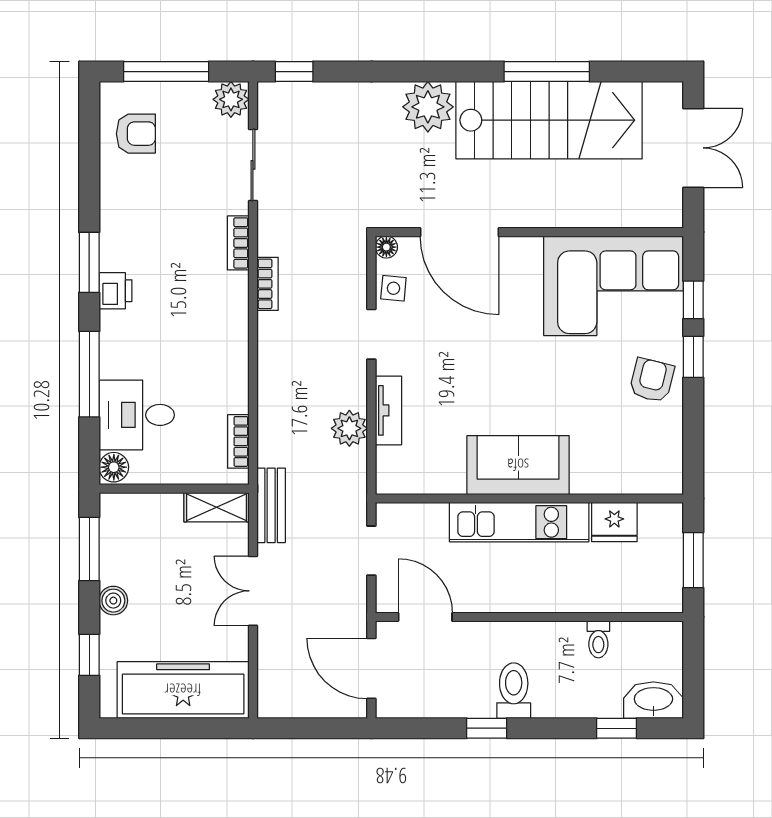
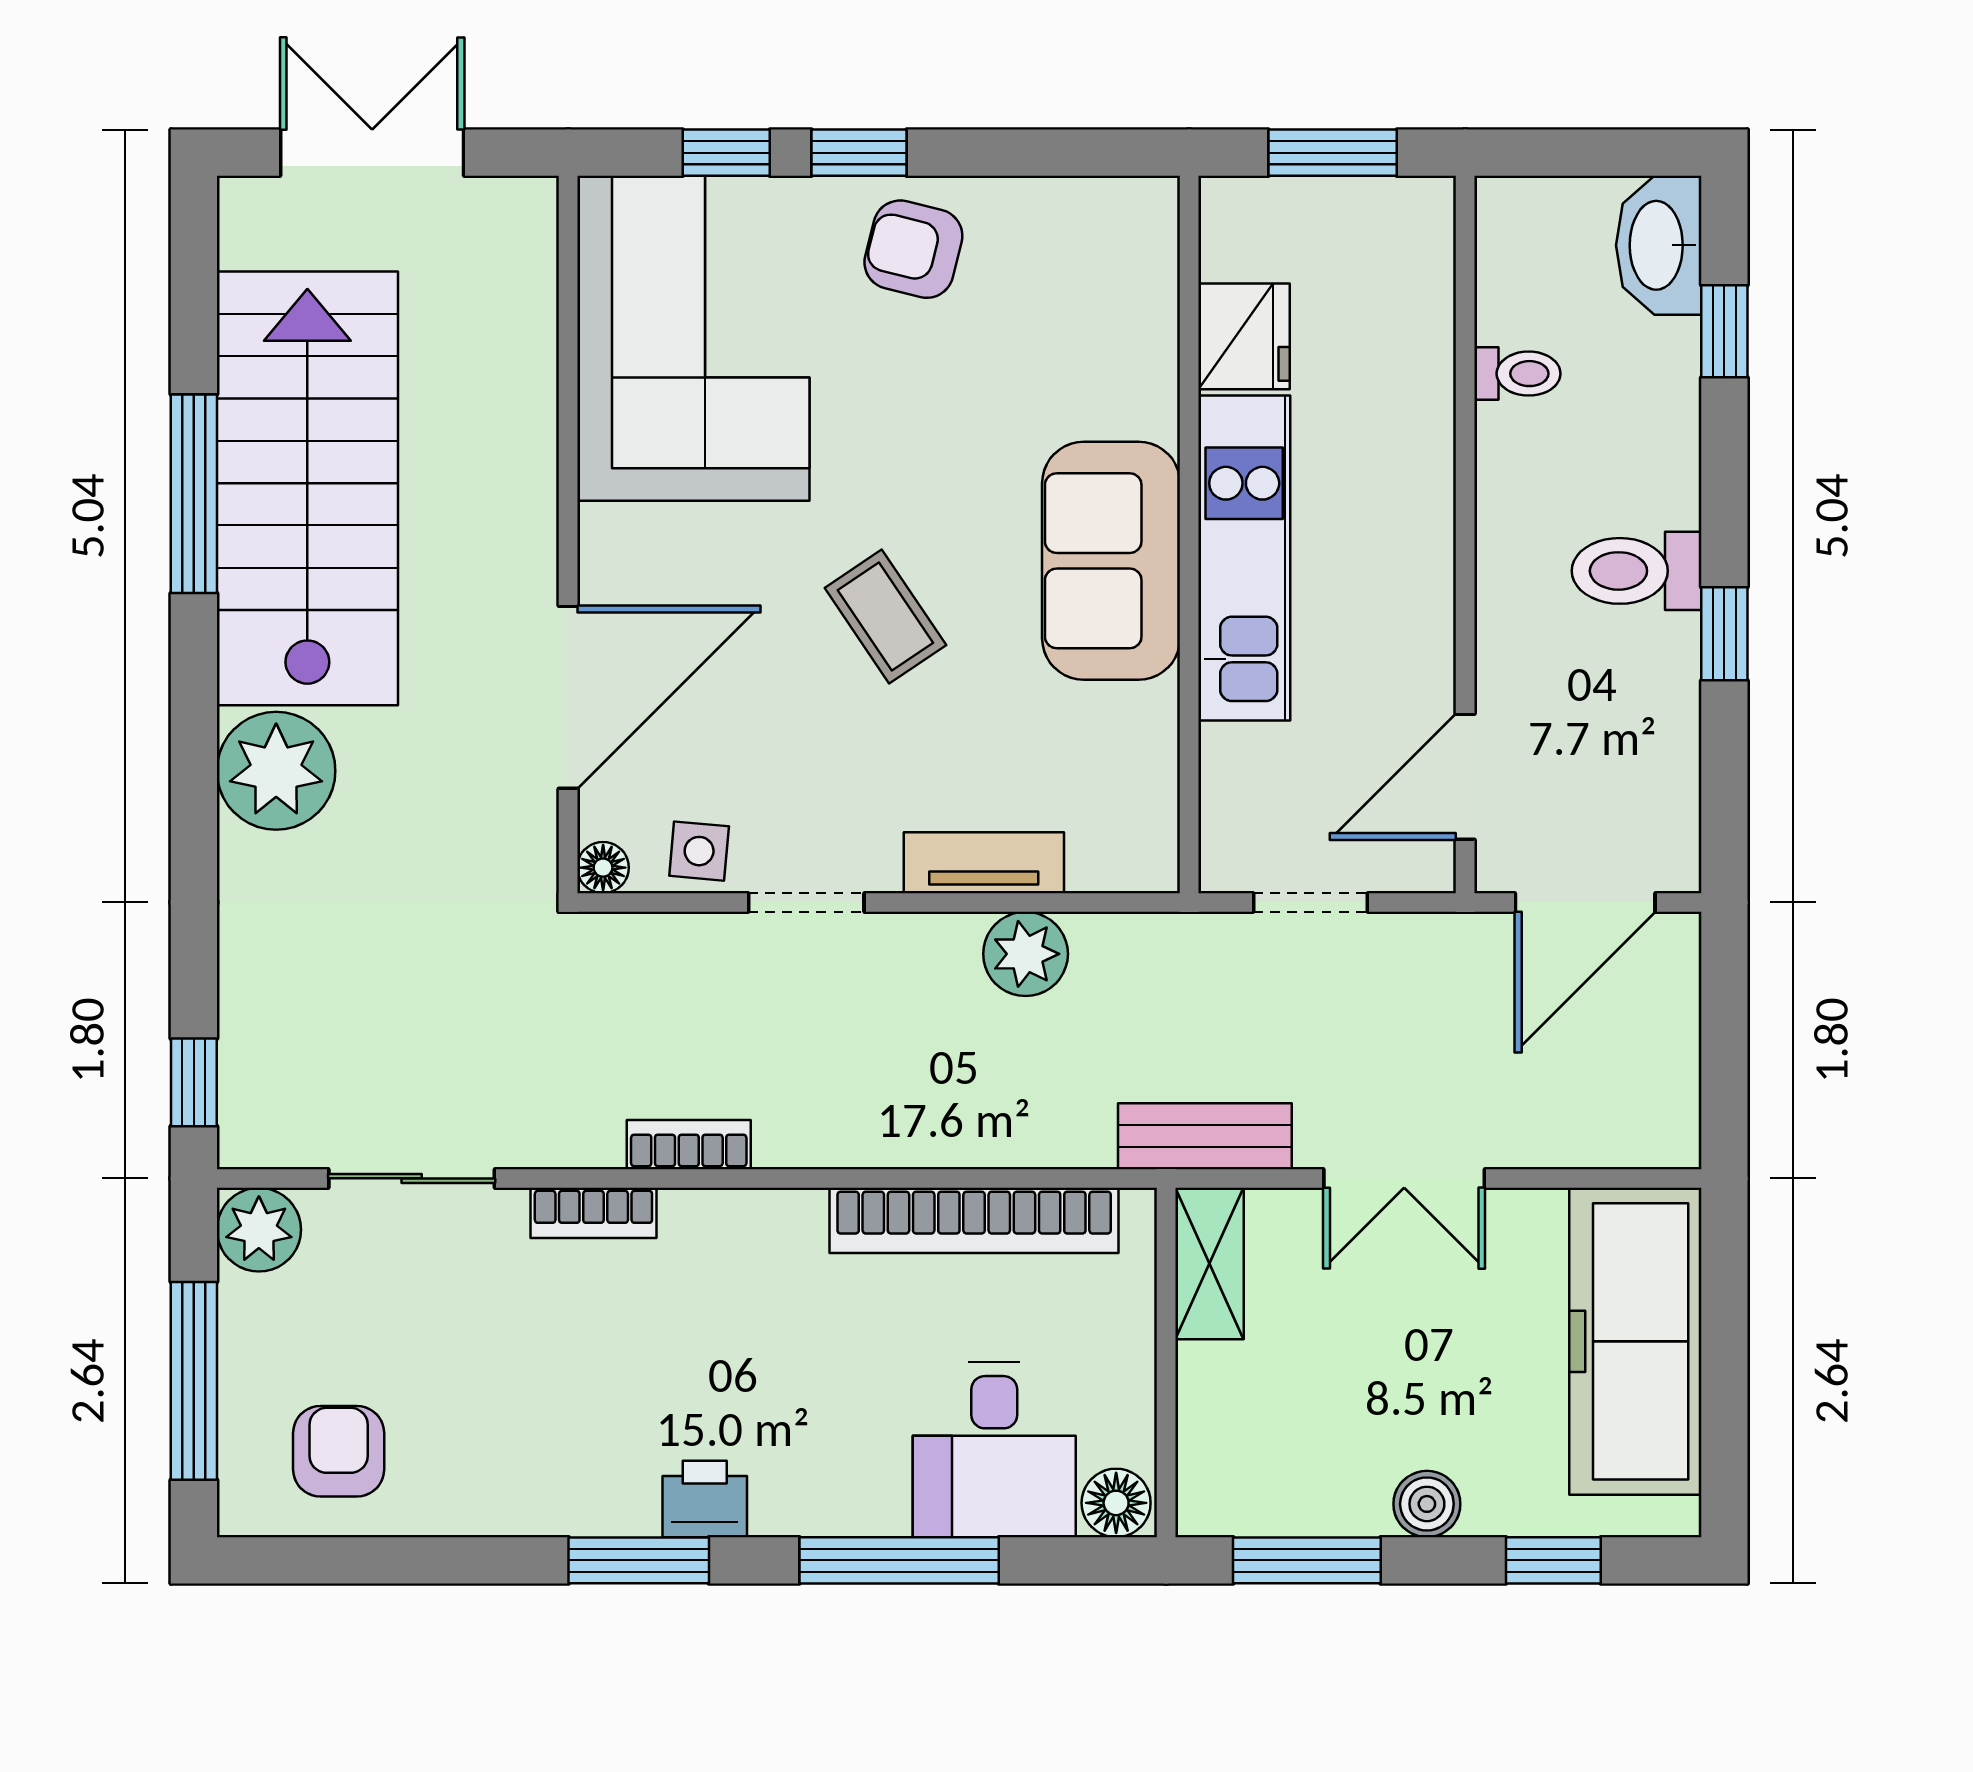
coffee table: (494, 368) -> (885, 617), added
bookcase: (238, 441) -> (974, 1220), width x2.31, depth x1.31

